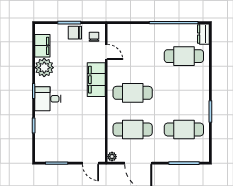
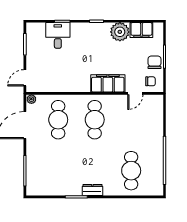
dresser: (203, 34) -> (92, 190), moved
desk: (48, 99) -> (58, 35), moved
cafe table: (184, 130) -> (58, 171), removed

